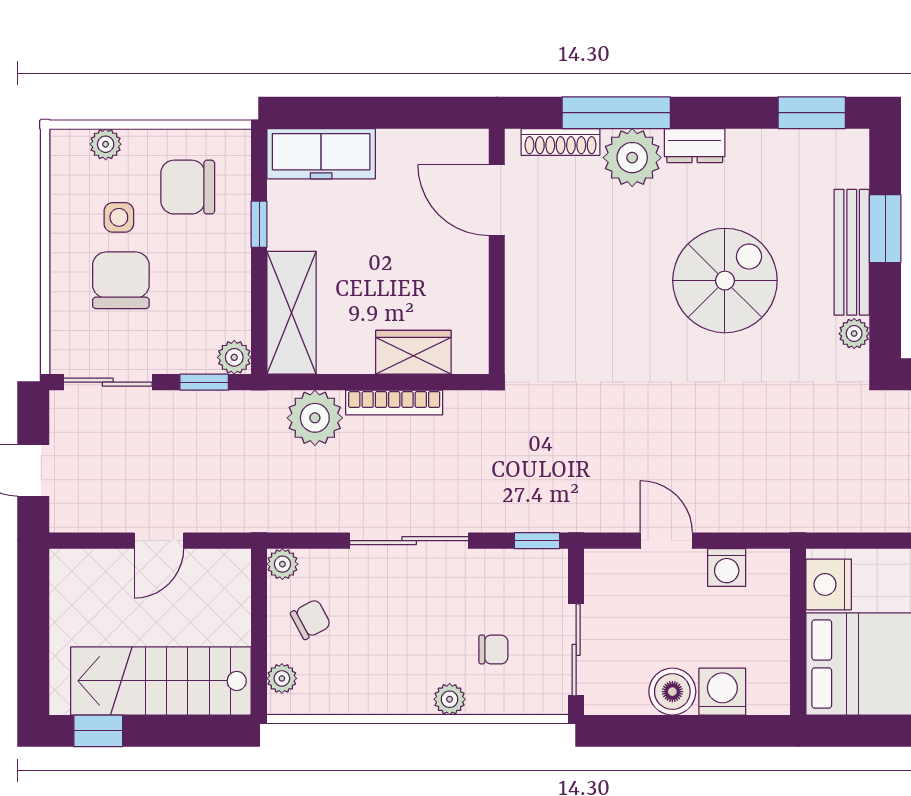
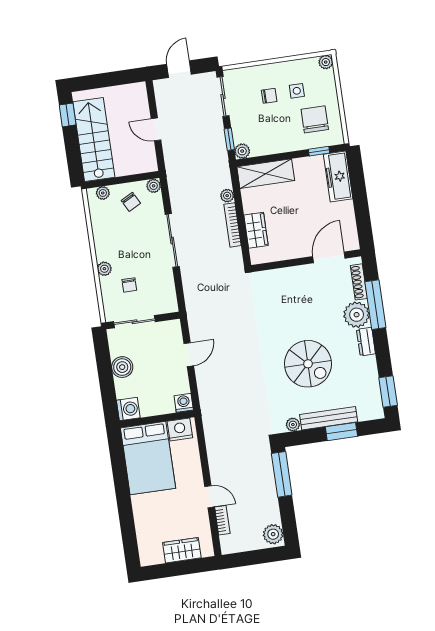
plant: (106, 144) -> (326, 62), moved
window: (259, 224) -> (319, 151), moved
chair: (121, 280) -> (269, 96), width x0.54, depth x0.54
plant: (315, 418) -> (227, 196), width x0.53, depth x0.53
window: (537, 541) -> (180, 297), removed
washing machine: (727, 568) -> (184, 403), moved, turned 90
washing machine: (722, 692) -> (128, 409), moved

